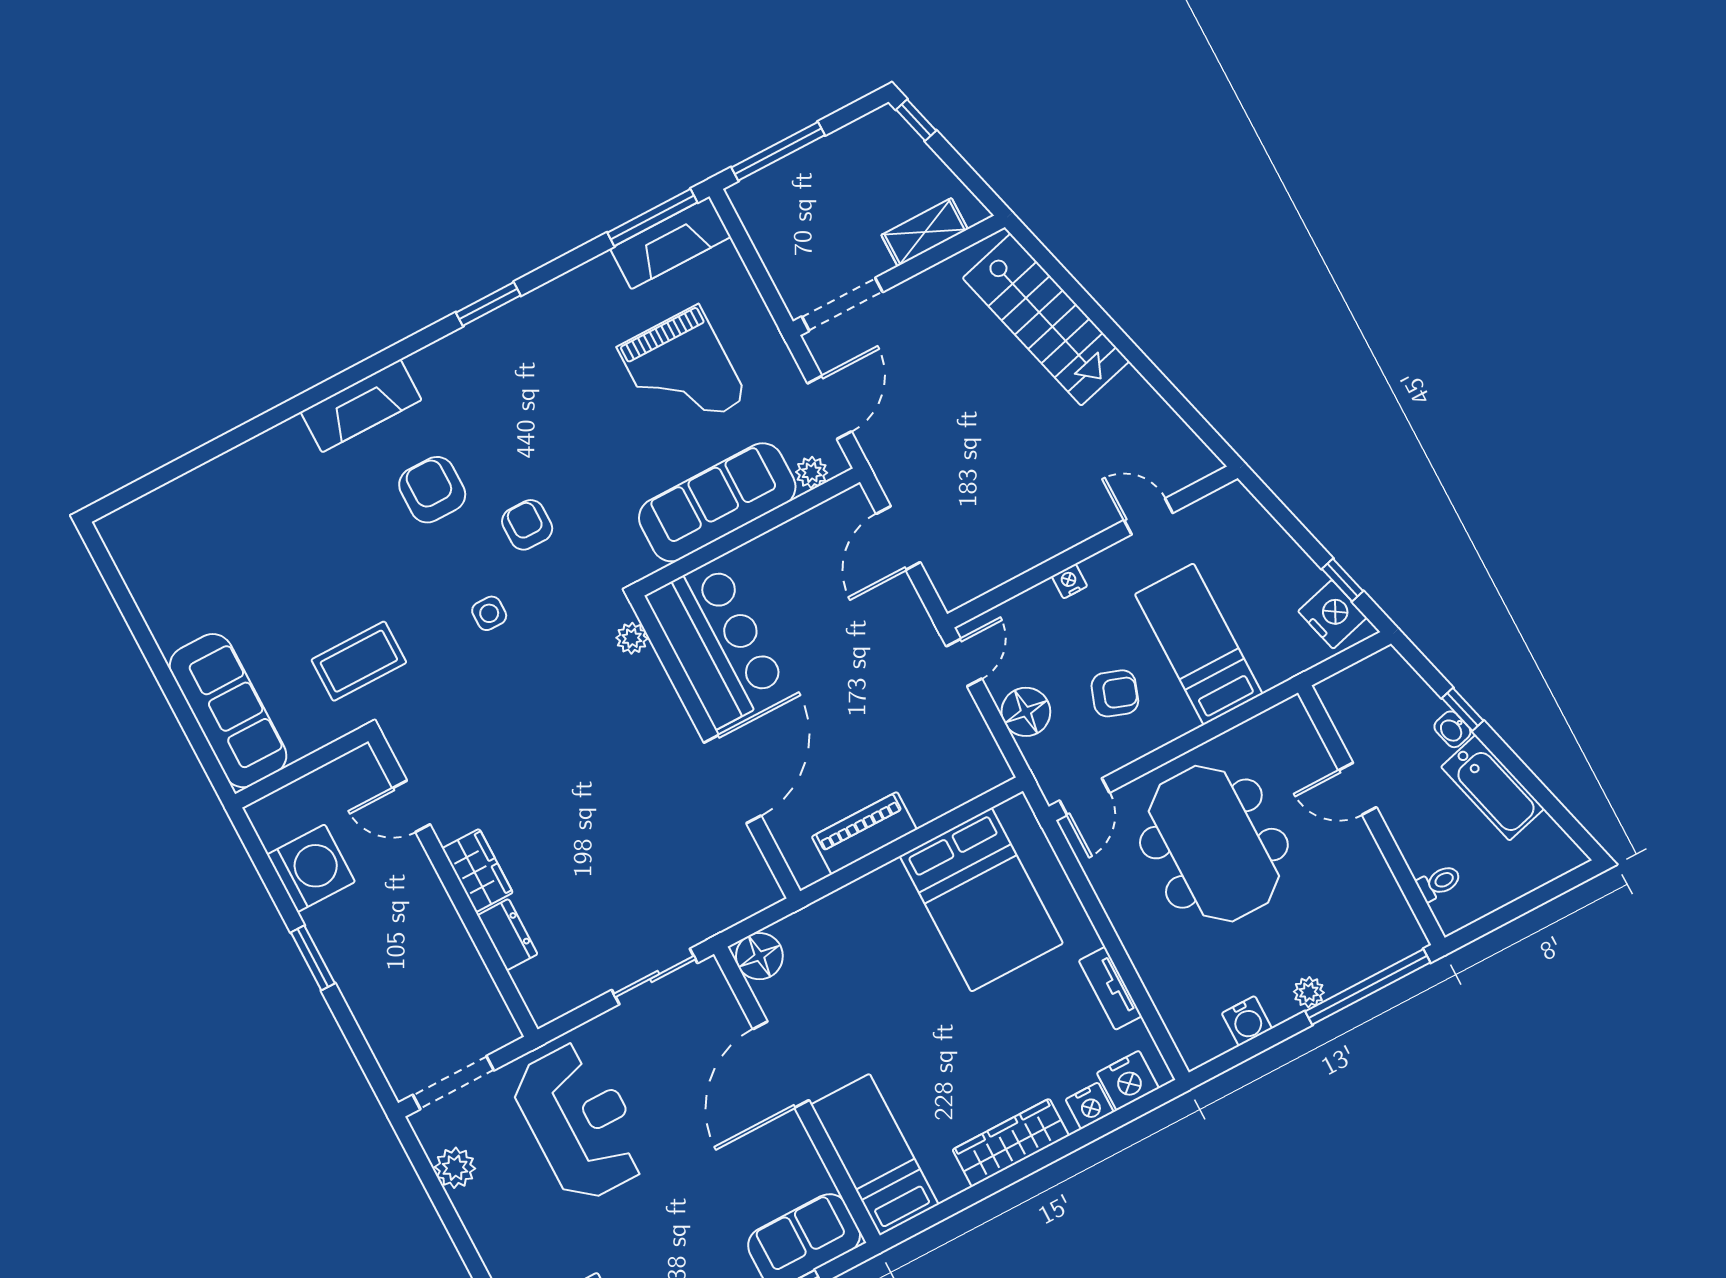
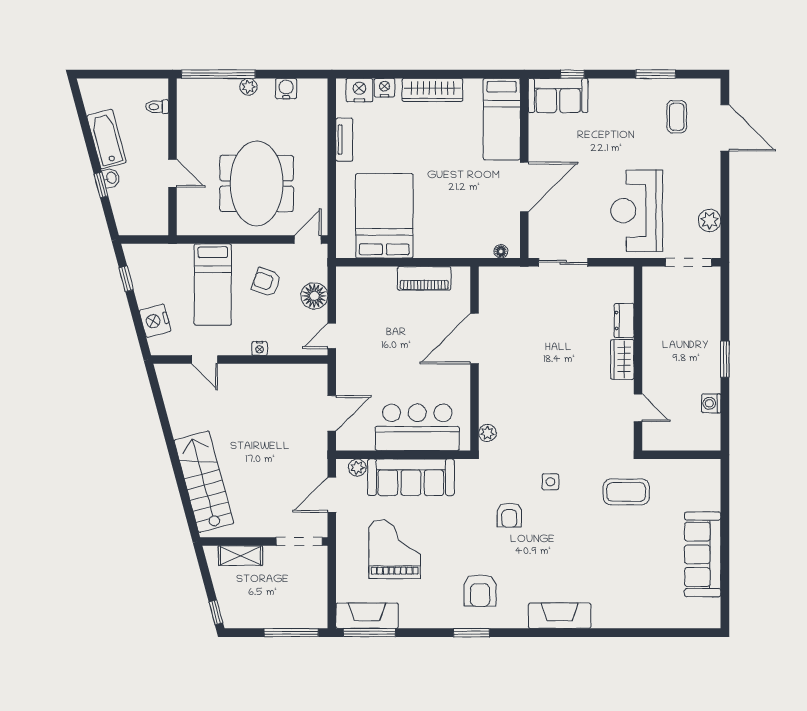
armchair: (432, 490) -> (480, 590), moved
nightstand: (1332, 614) -> (155, 321), moved
bar counter: (717, 643) -> (417, 427), moved, turned 90
sofa: (228, 711) -> (703, 554), moved
washing machine: (311, 868) -> (711, 403), width x0.53, depth x0.53
floor lamp: (759, 956) -> (501, 251), width x0.53, depth x0.53

